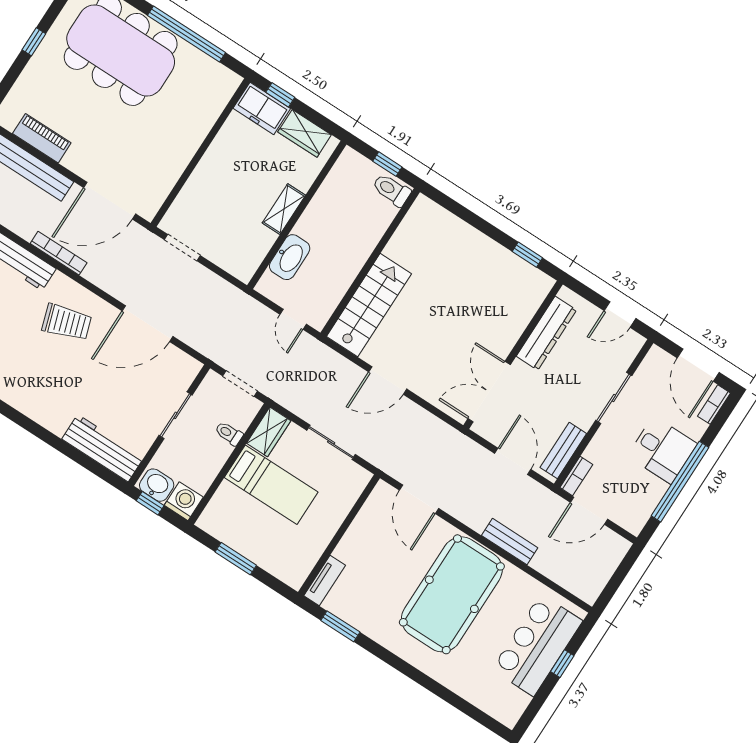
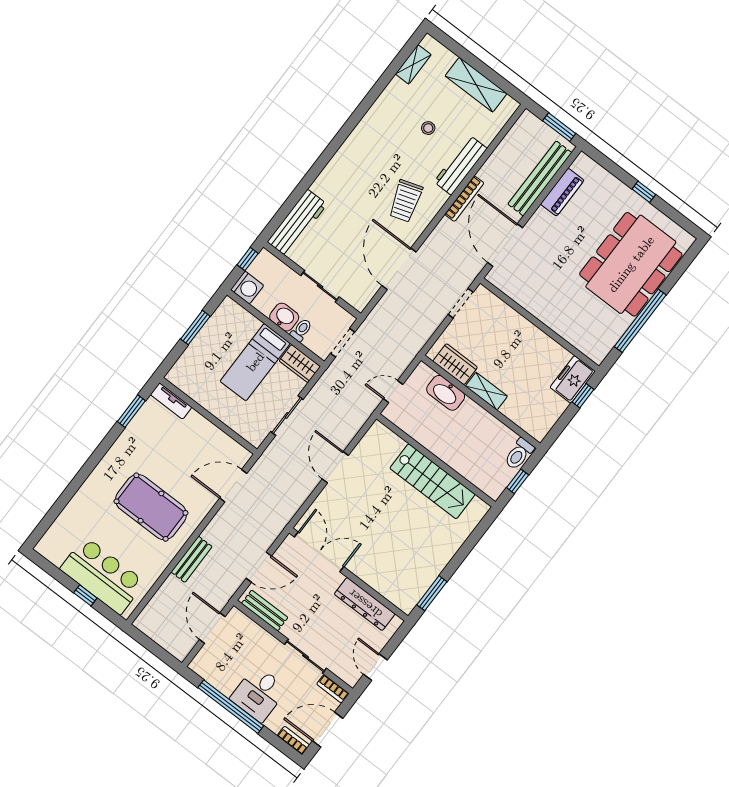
wardrobe: (305, 133) -> (455, 364), moved, turned 90
toilet: (391, 190) -> (519, 454), moved, turned 180
window: (527, 255) -> (432, 593), width x1.50
stairs: (369, 305) -> (432, 481), moved
bookcase: (576, 476) -> (333, 689), moved
washbasin: (157, 485) -> (284, 317), moved, turned -90
pool table: (452, 594) -> (151, 507), width x0.73, depth x0.76

